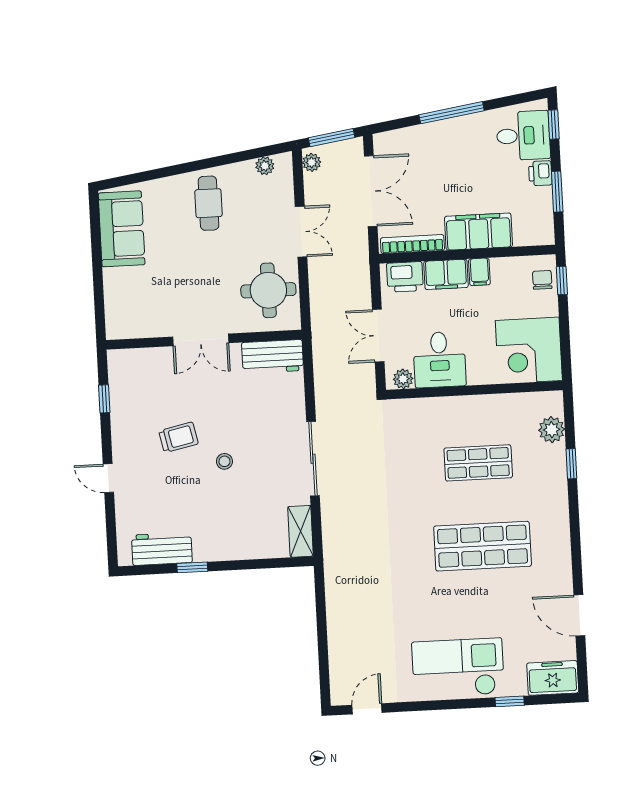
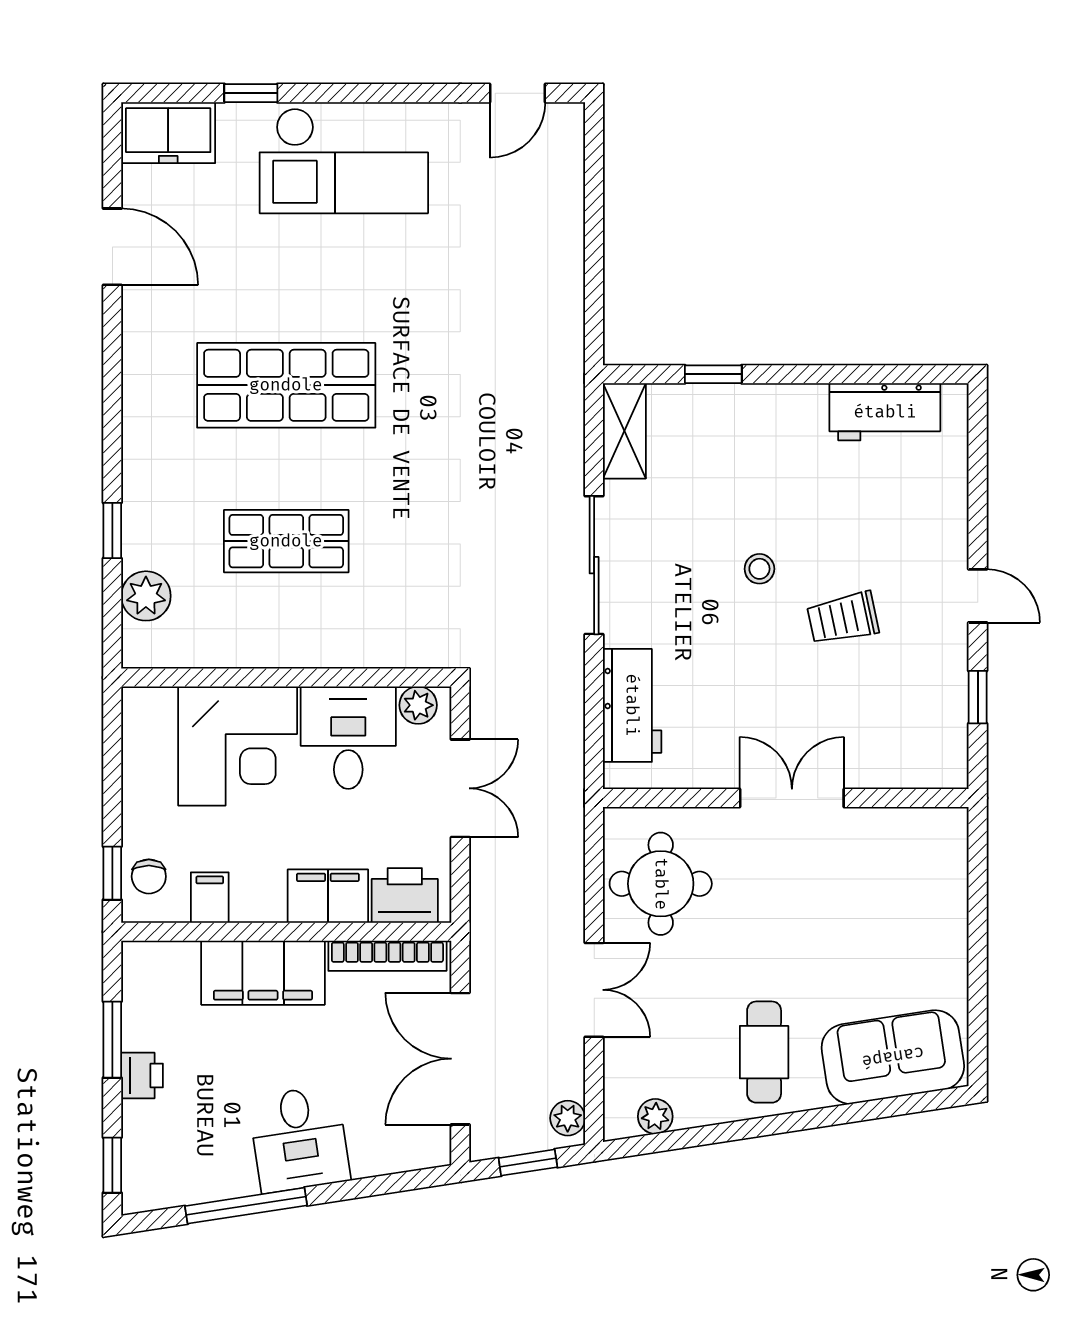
window: (452, 113) -> (246, 1206), moved
desk: (523, 136) -> (299, 1139), moved, turned -99
window: (332, 138) -> (528, 1163), width x0.67
sofa: (122, 229) -> (893, 1057), moved, turned 81
double door: (301, 232) -> (594, 990), swing flipped
filing cabinet: (479, 272) -> (210, 898), moved
corner desk: (529, 350) -> (238, 746), moved, turned 90
workbench: (273, 356) -> (632, 705), moved, turned 90
door: (108, 478) -> (978, 596), moved
window: (192, 567) -> (713, 374), moved

